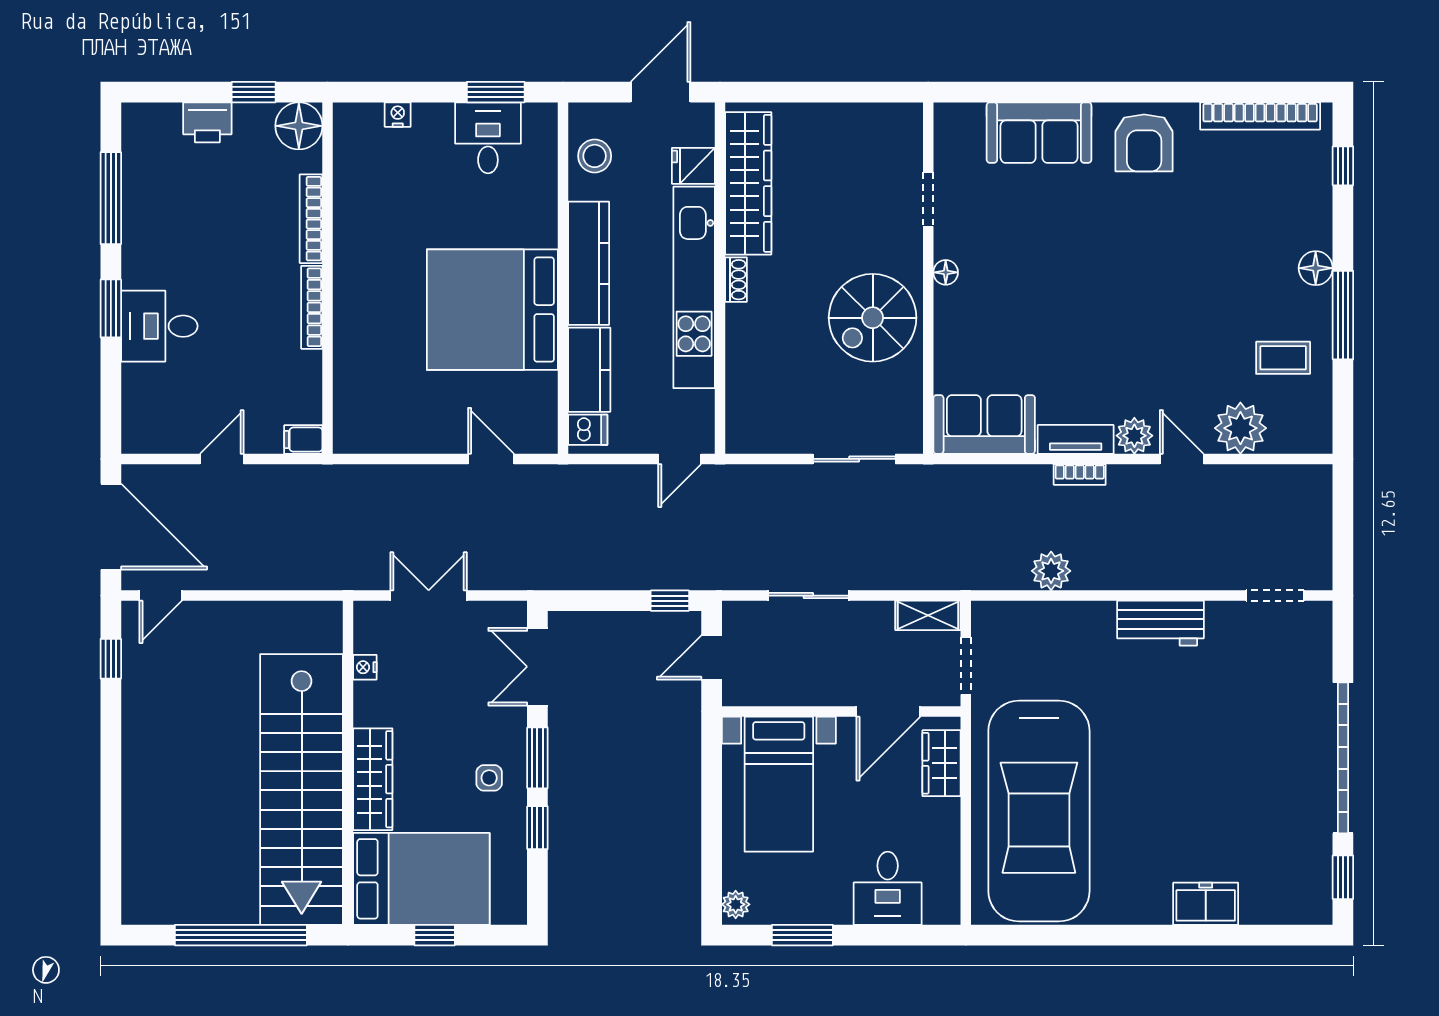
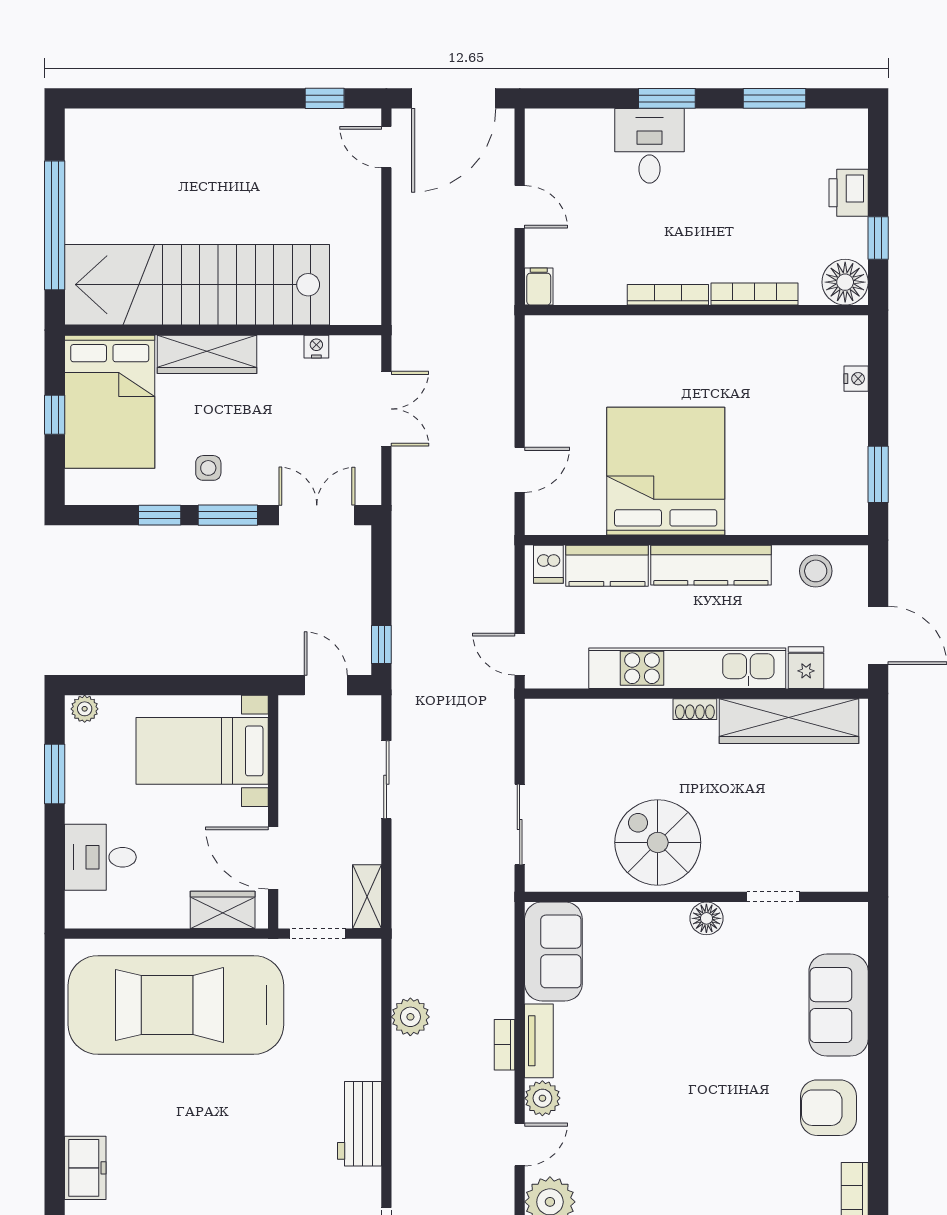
desk: (488, 138) -> (833, 467), removed
window: (111, 198) -> (775, 98), width x0.69
floor lamp: (946, 272) -> (706, 918), width x1.37, depth x1.37

